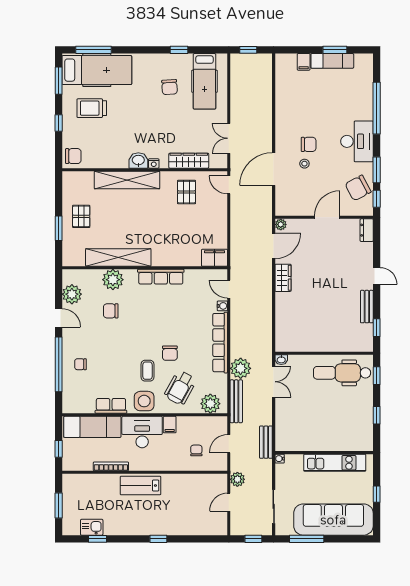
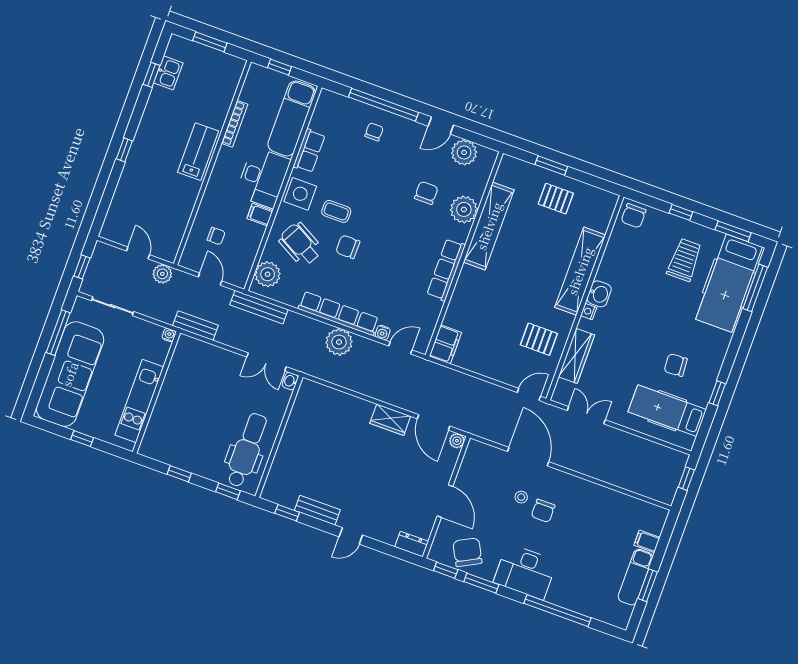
plant: (241, 368) -> (339, 342), moved

